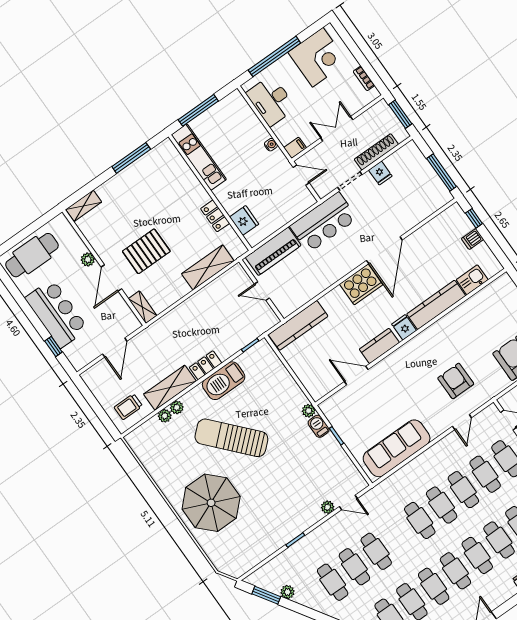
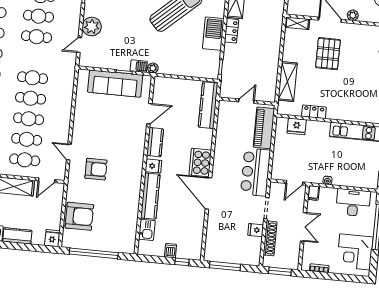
sofa: (397, 448) -> (115, 84), moved, turned 90
plant: (328, 507) -> (92, 27), width x1.87, depth x1.87

